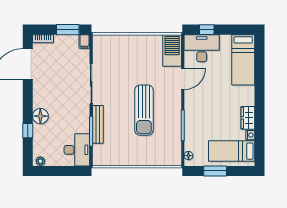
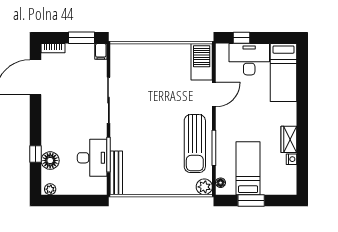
desk: (202, 48) -> (249, 59), moved
sun lounger: (144, 110) -> (195, 144), moved
floor lamp: (40, 116) -> (50, 161), moved
bench: (98, 124) -> (116, 173), moved
desk: (77, 150) -> (92, 158), moved
bed: (232, 151) -> (248, 168), moved, turned 90
plant: (174, 159) -> (204, 187), added

